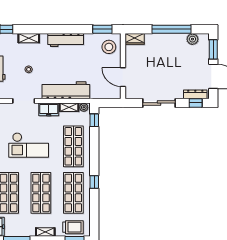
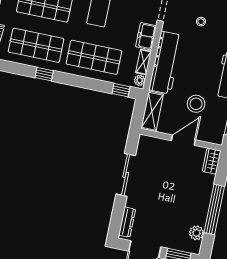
stool: (109, 47) -> (196, 104), moved
door: (123, 77) -> (183, 140), moved
shelving: (106, 93) -> (152, 111), added
window: (196, 103) -> (116, 220), removed

